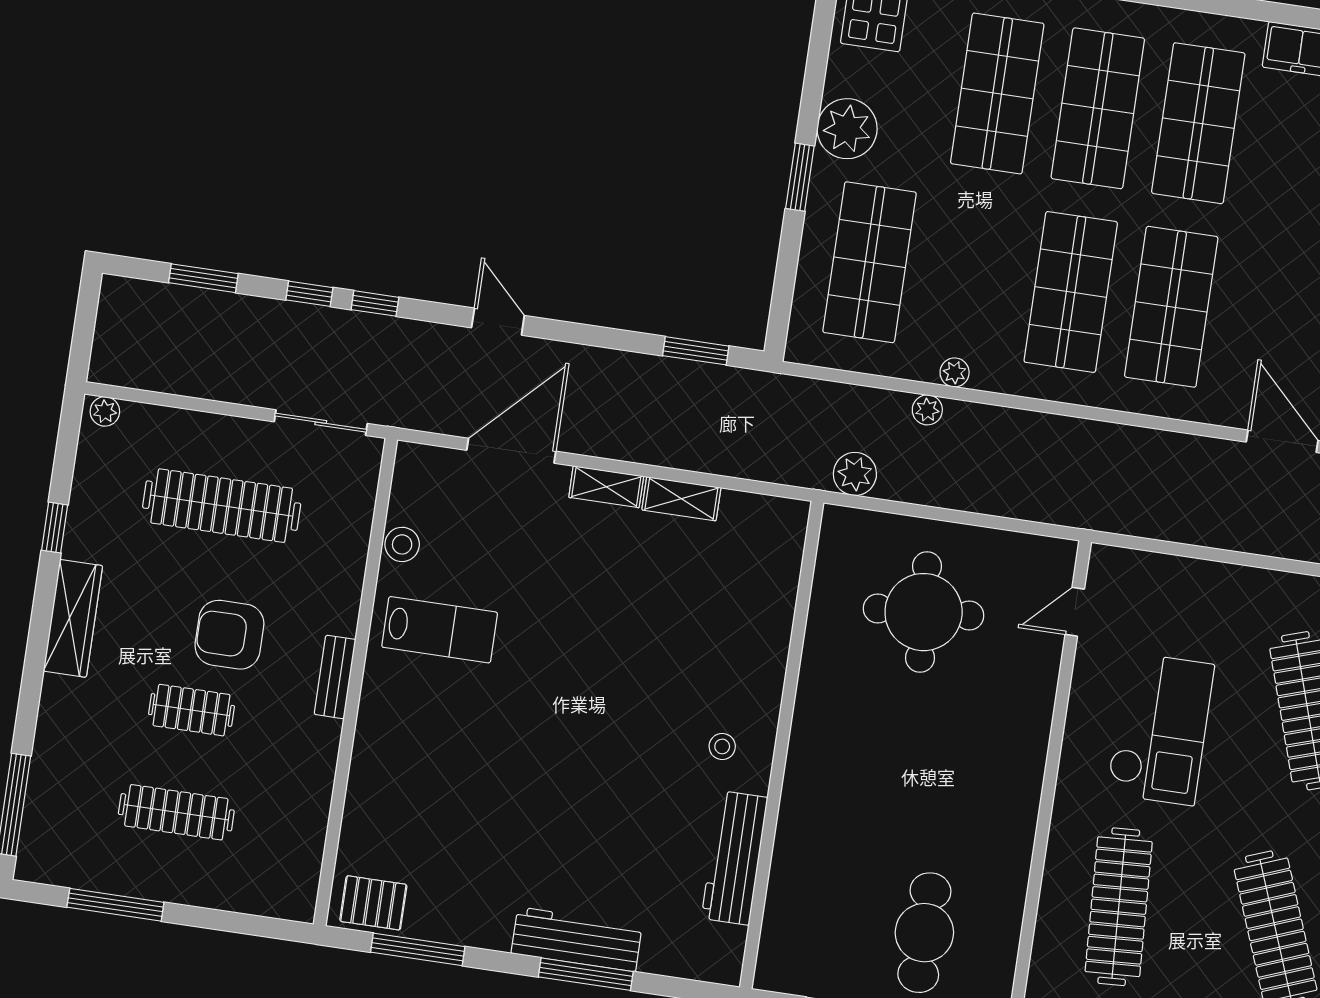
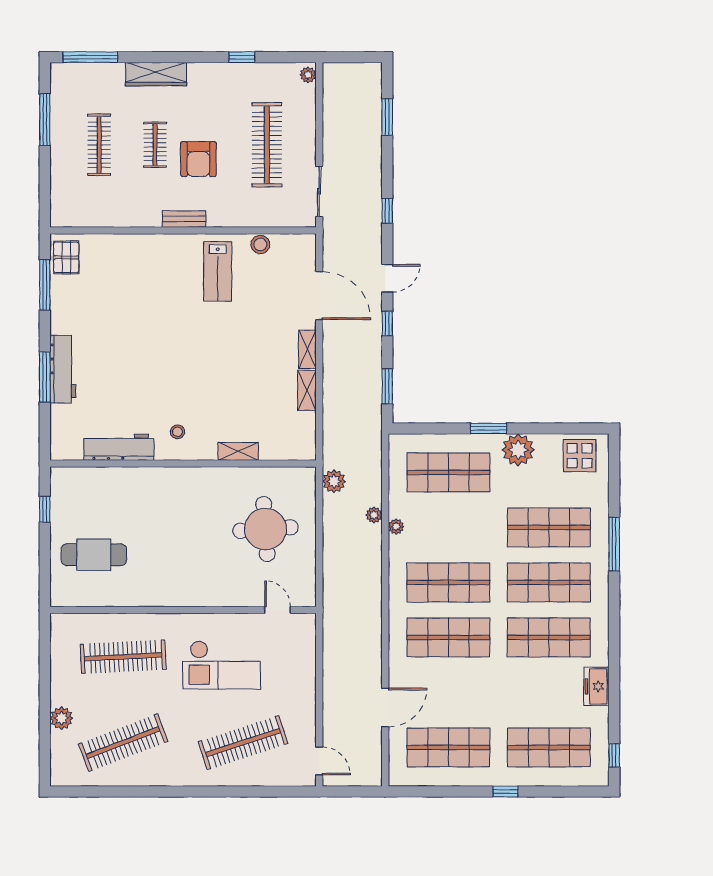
window: (309, 294) -> (387, 324), moved
wardrobe: (73, 618) -> (156, 74), moved
armchair: (229, 635) -> (198, 159), turned 180
shelving: (774, 641) -> (238, 451), added

